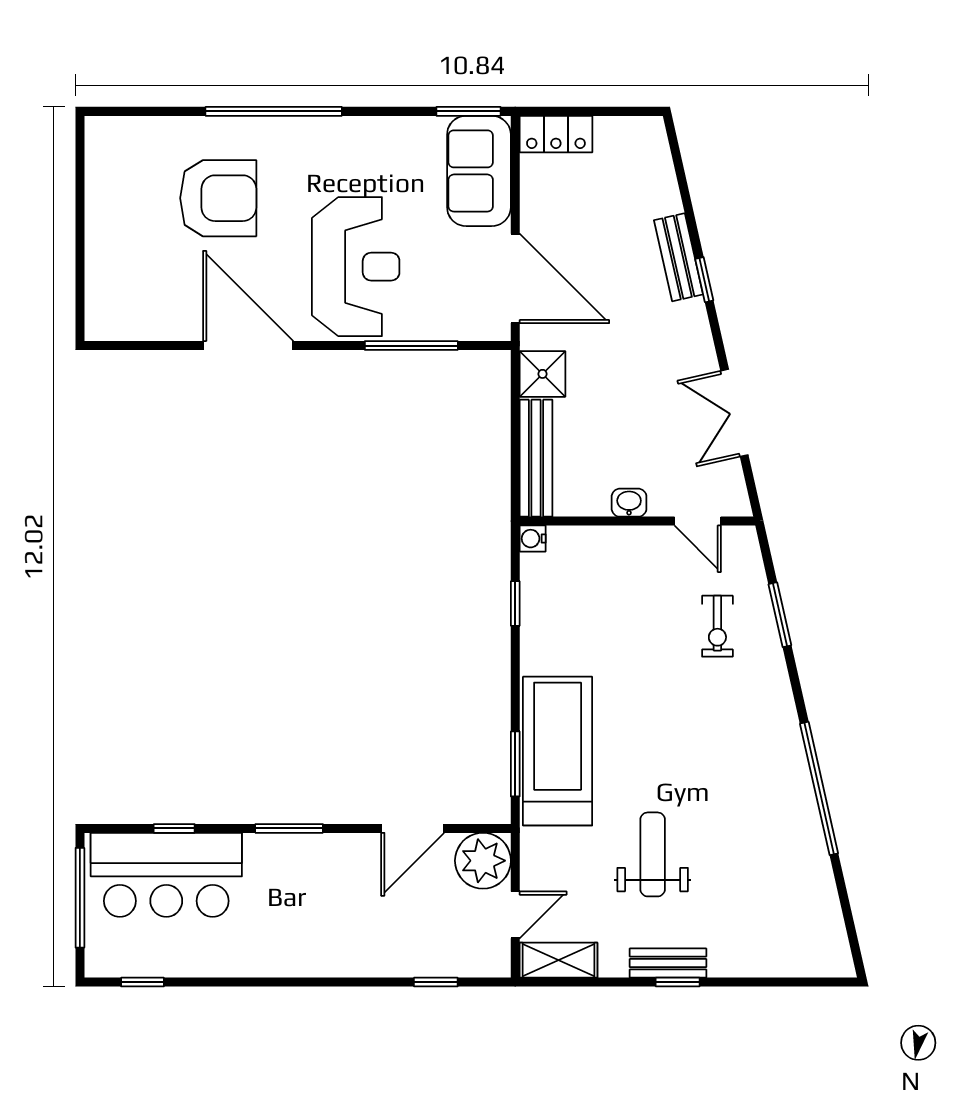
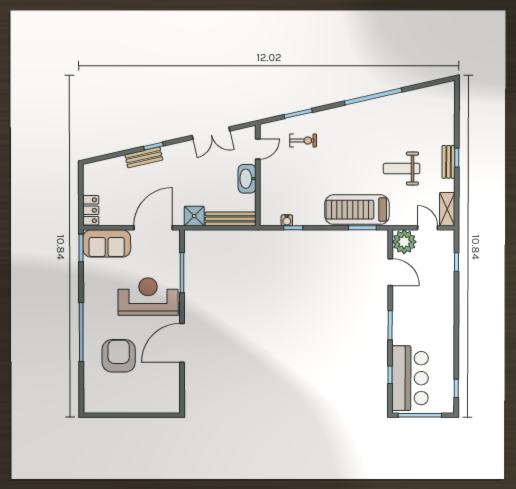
washbasin: (629, 503) -> (247, 179), width x1.91, depth x1.45
water cooler: (533, 539) -> (287, 220), moved

